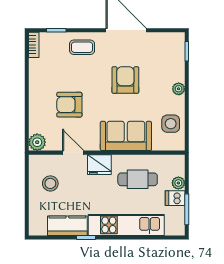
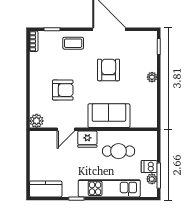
armchair: (69, 105) -> (63, 90), turned 180
side table: (171, 124) -> (146, 106), removed
door: (73, 153) -> (66, 129), swing flipped
stool: (50, 183) -> (47, 154), removed
plant: (178, 183) -> (152, 179), moved
kitchen counter: (67, 226) -> (46, 189), moved

